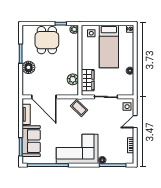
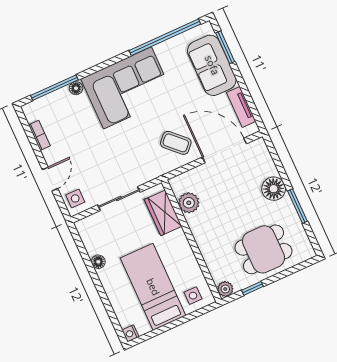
dining table: (47, 40) -> (264, 249), turned 90
coffee table: (79, 108) -> (176, 143), moved

